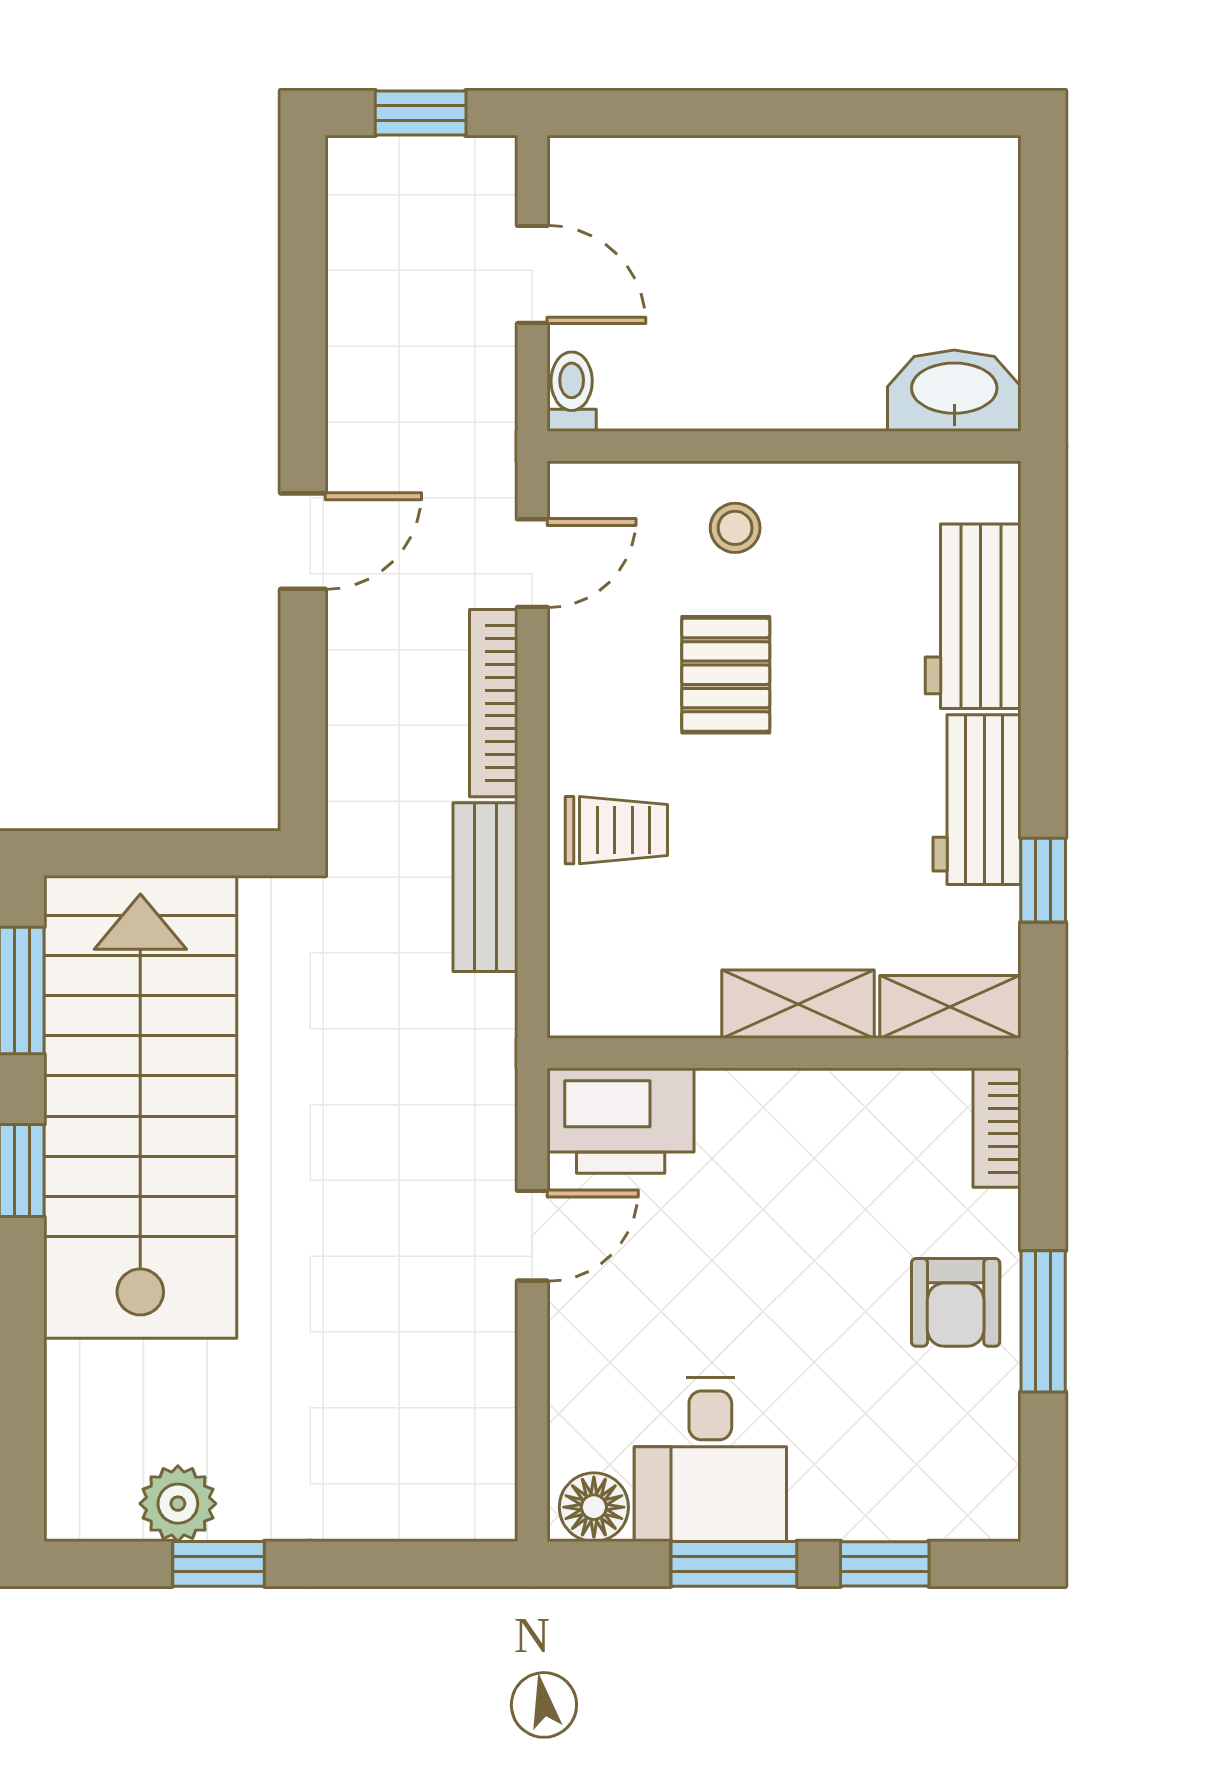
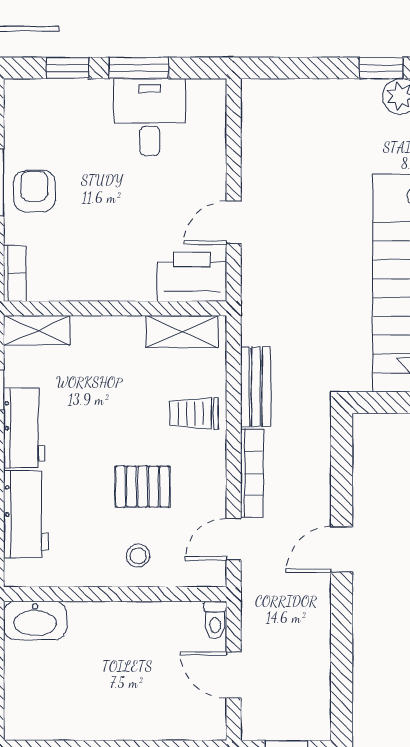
pallet: (726, 675) -> (143, 487), turned 90
shelving: (798, 1004) -> (182, 332), moved
floor lamp: (594, 1507) -> (205, 95), removed

